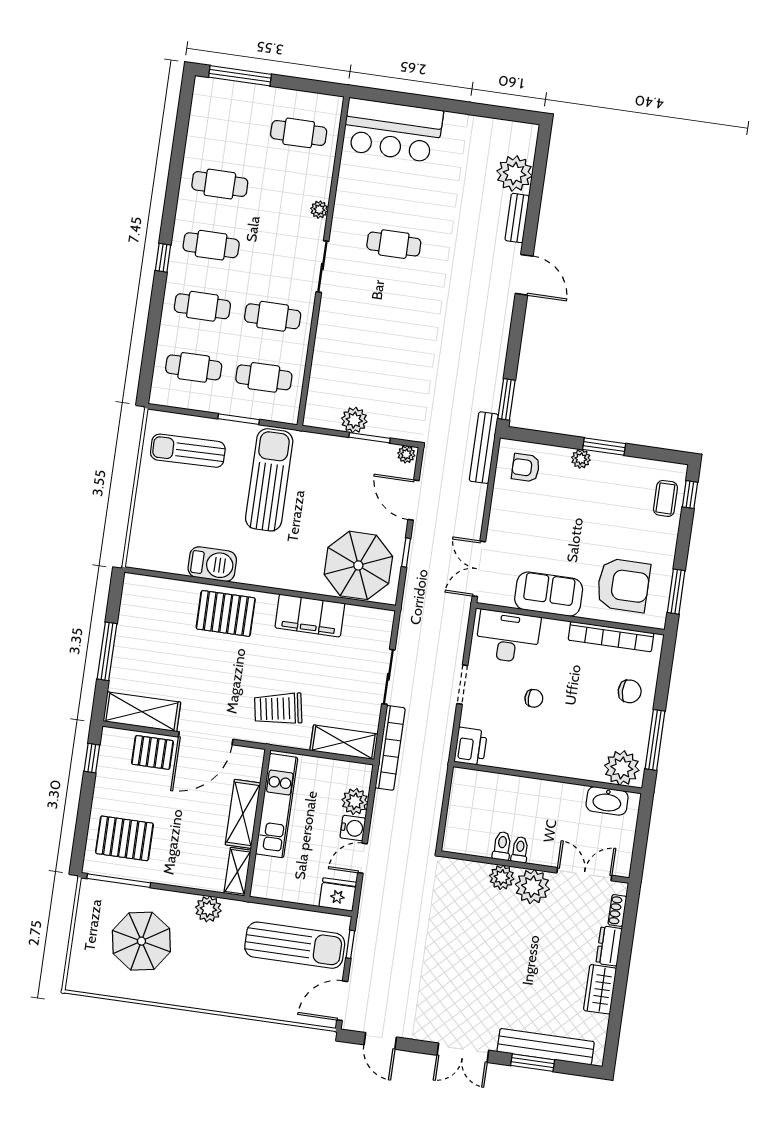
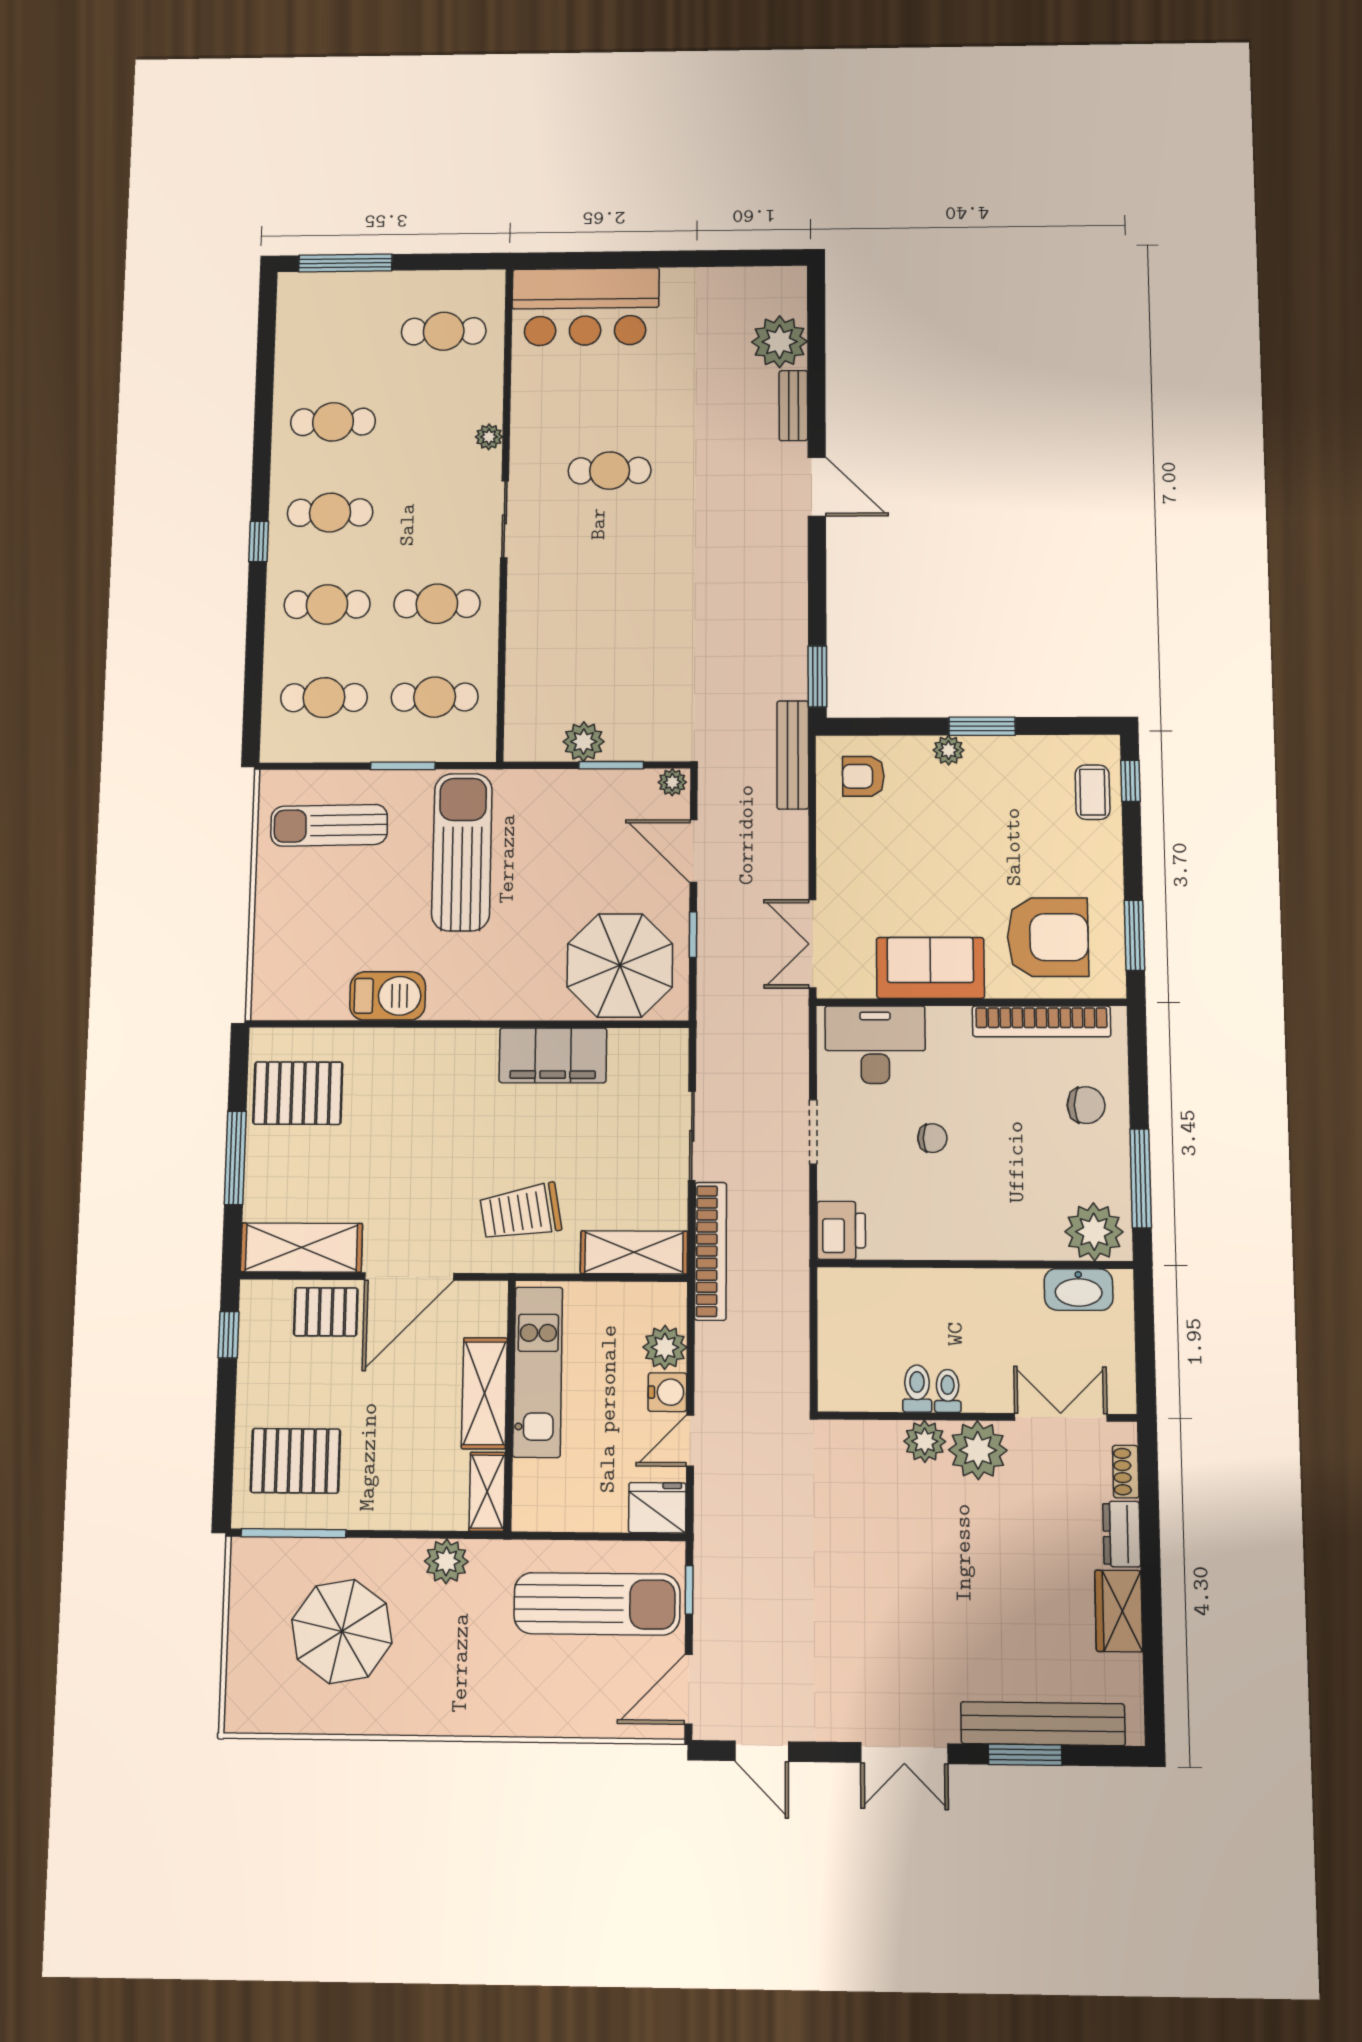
pallet: (226, 613) -> (298, 1093), moved

